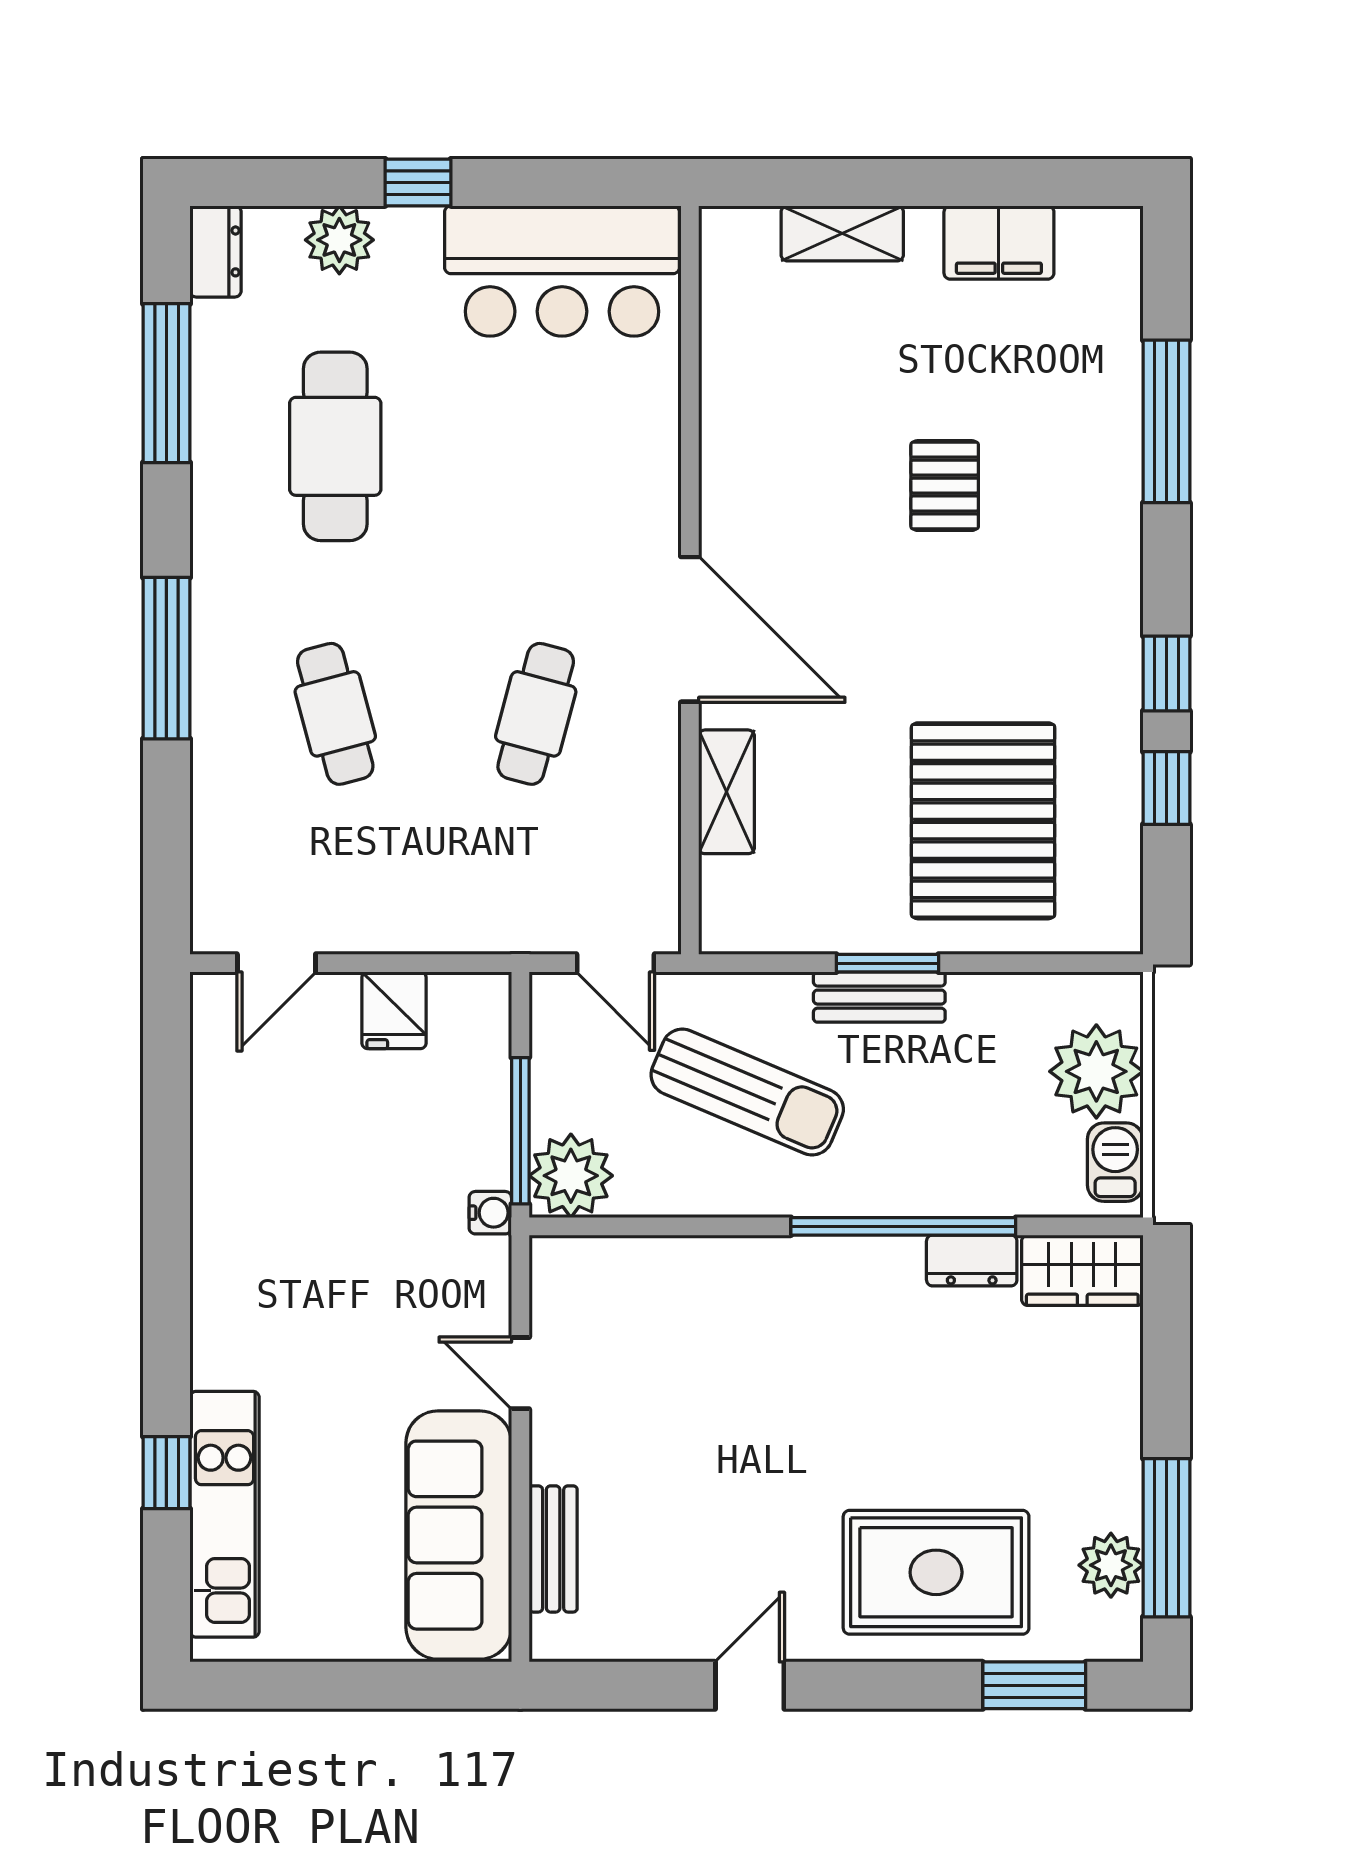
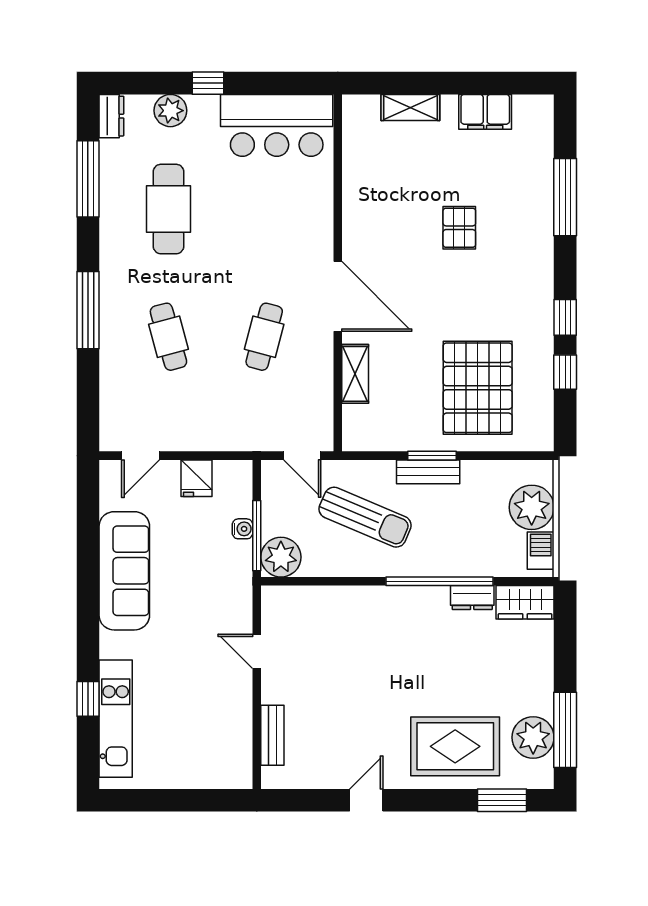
water cooler: (490, 1213) -> (242, 529), moved
sofa: (459, 1535) -> (124, 571), moved, turned 180
plant: (1111, 1565) -> (533, 737), width x1.36, depth x1.36

